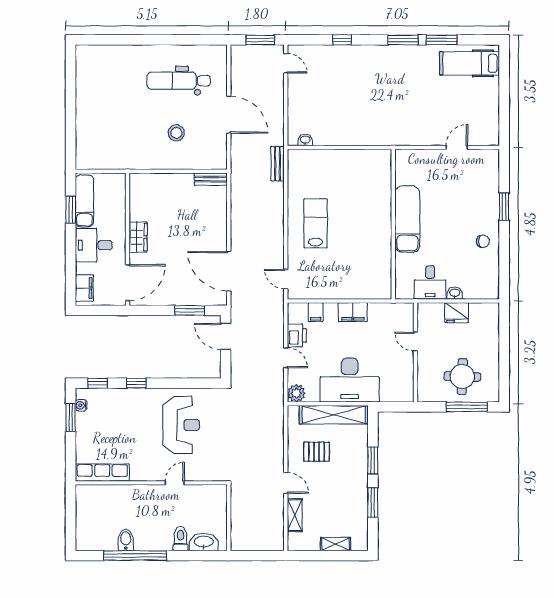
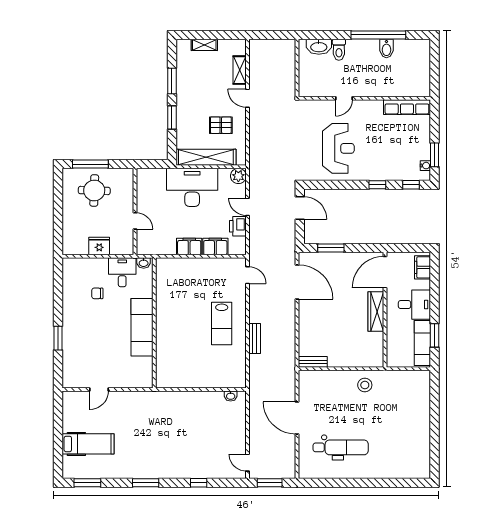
window: (442, 40) -> (87, 483), moved
hospital bed: (470, 63) -> (88, 444), moved
stool: (176, 133) -> (365, 385), moved
bench: (278, 164) -> (255, 339), moved
wardrobe: (138, 237) -> (376, 312), width x1.50
chair: (483, 241) -> (97, 293), moved
washbasin: (455, 293) -> (144, 263), moved
filing cabinet: (316, 312) -> (215, 246), width x2.00
door: (226, 336) -> (300, 208), moved
reception desk: (181, 425) -> (338, 148), turned 180

